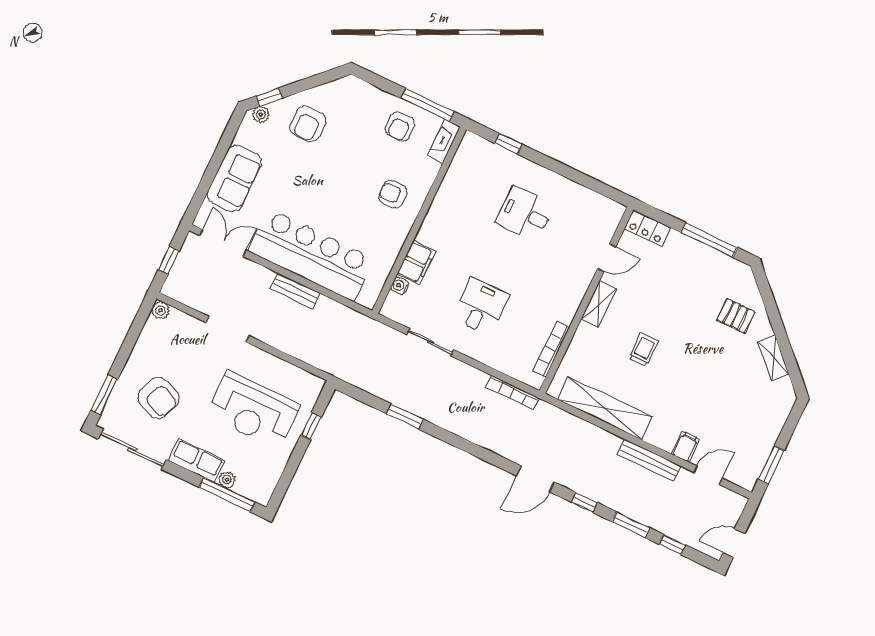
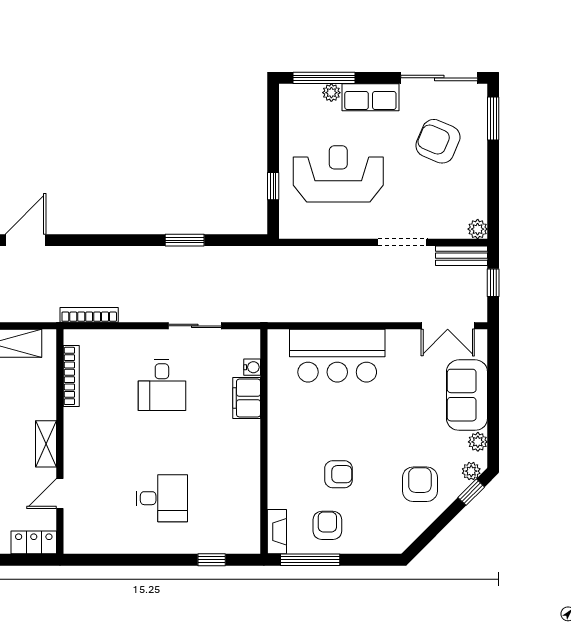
plant: (244, 136) -> (478, 442), added
armchair: (393, 194) -> (339, 474), moved
bar counter: (311, 255) -> (337, 356), width x0.73
bench: (295, 291) -> (461, 256), moved

